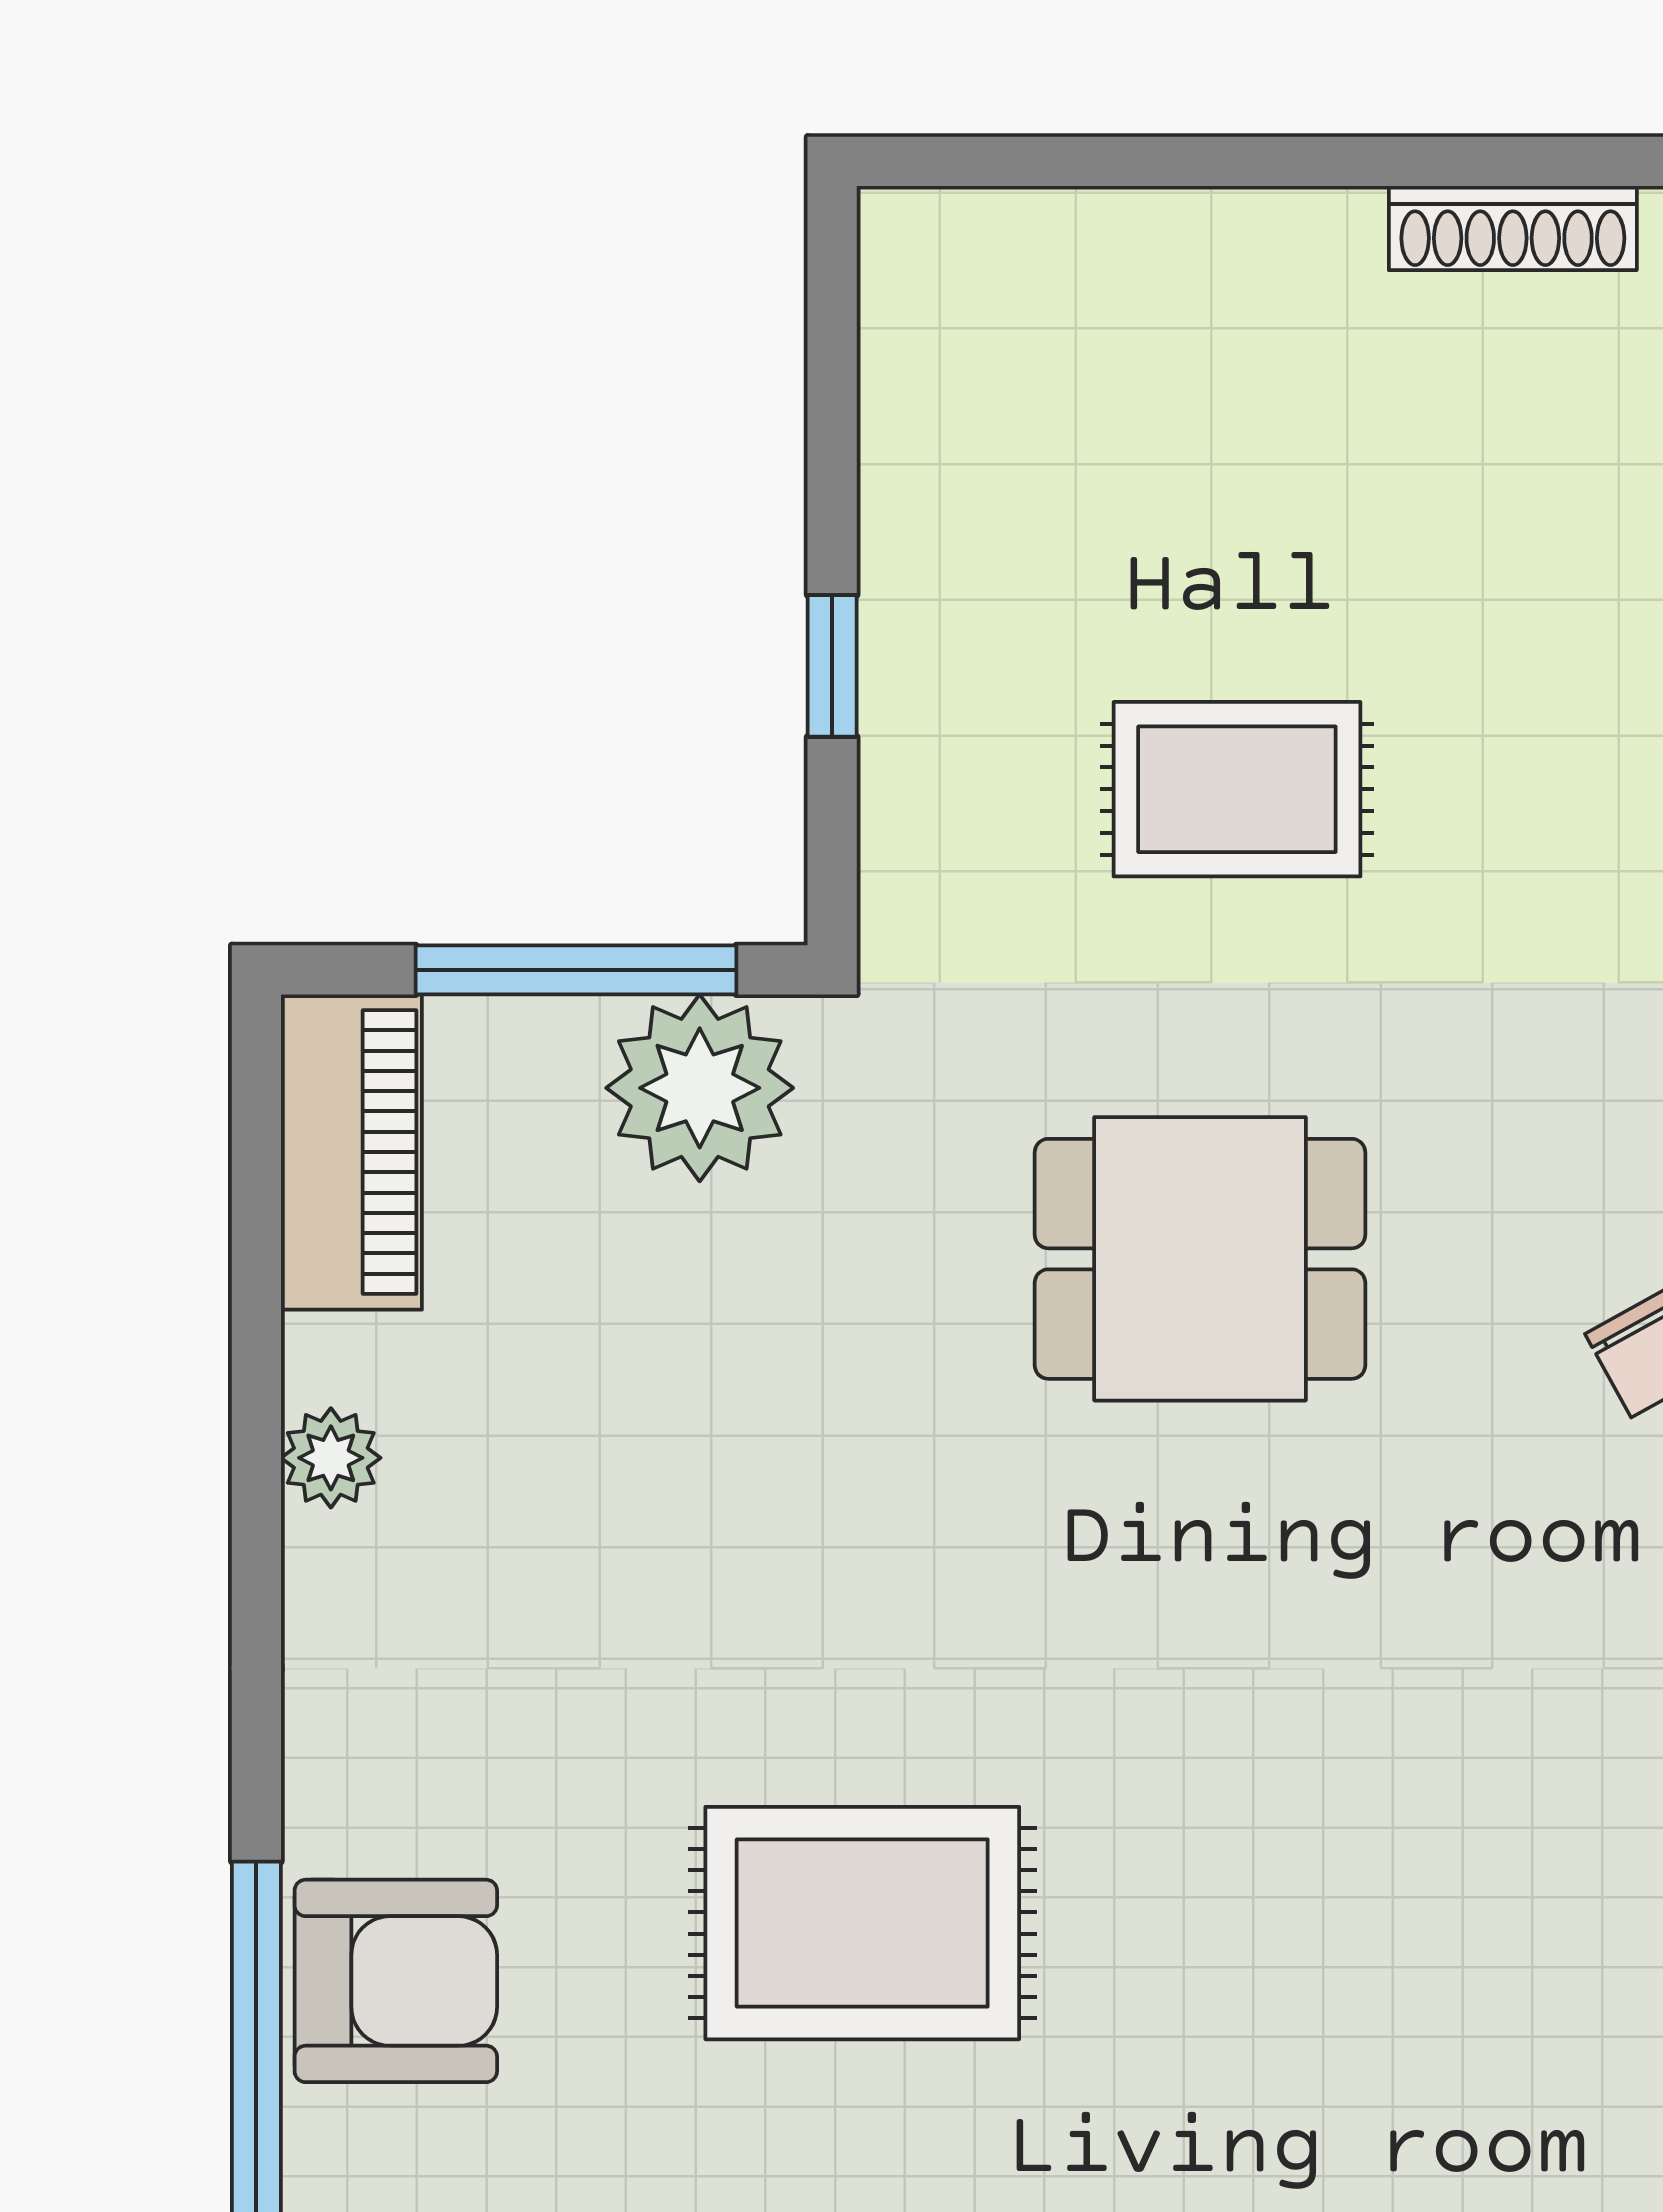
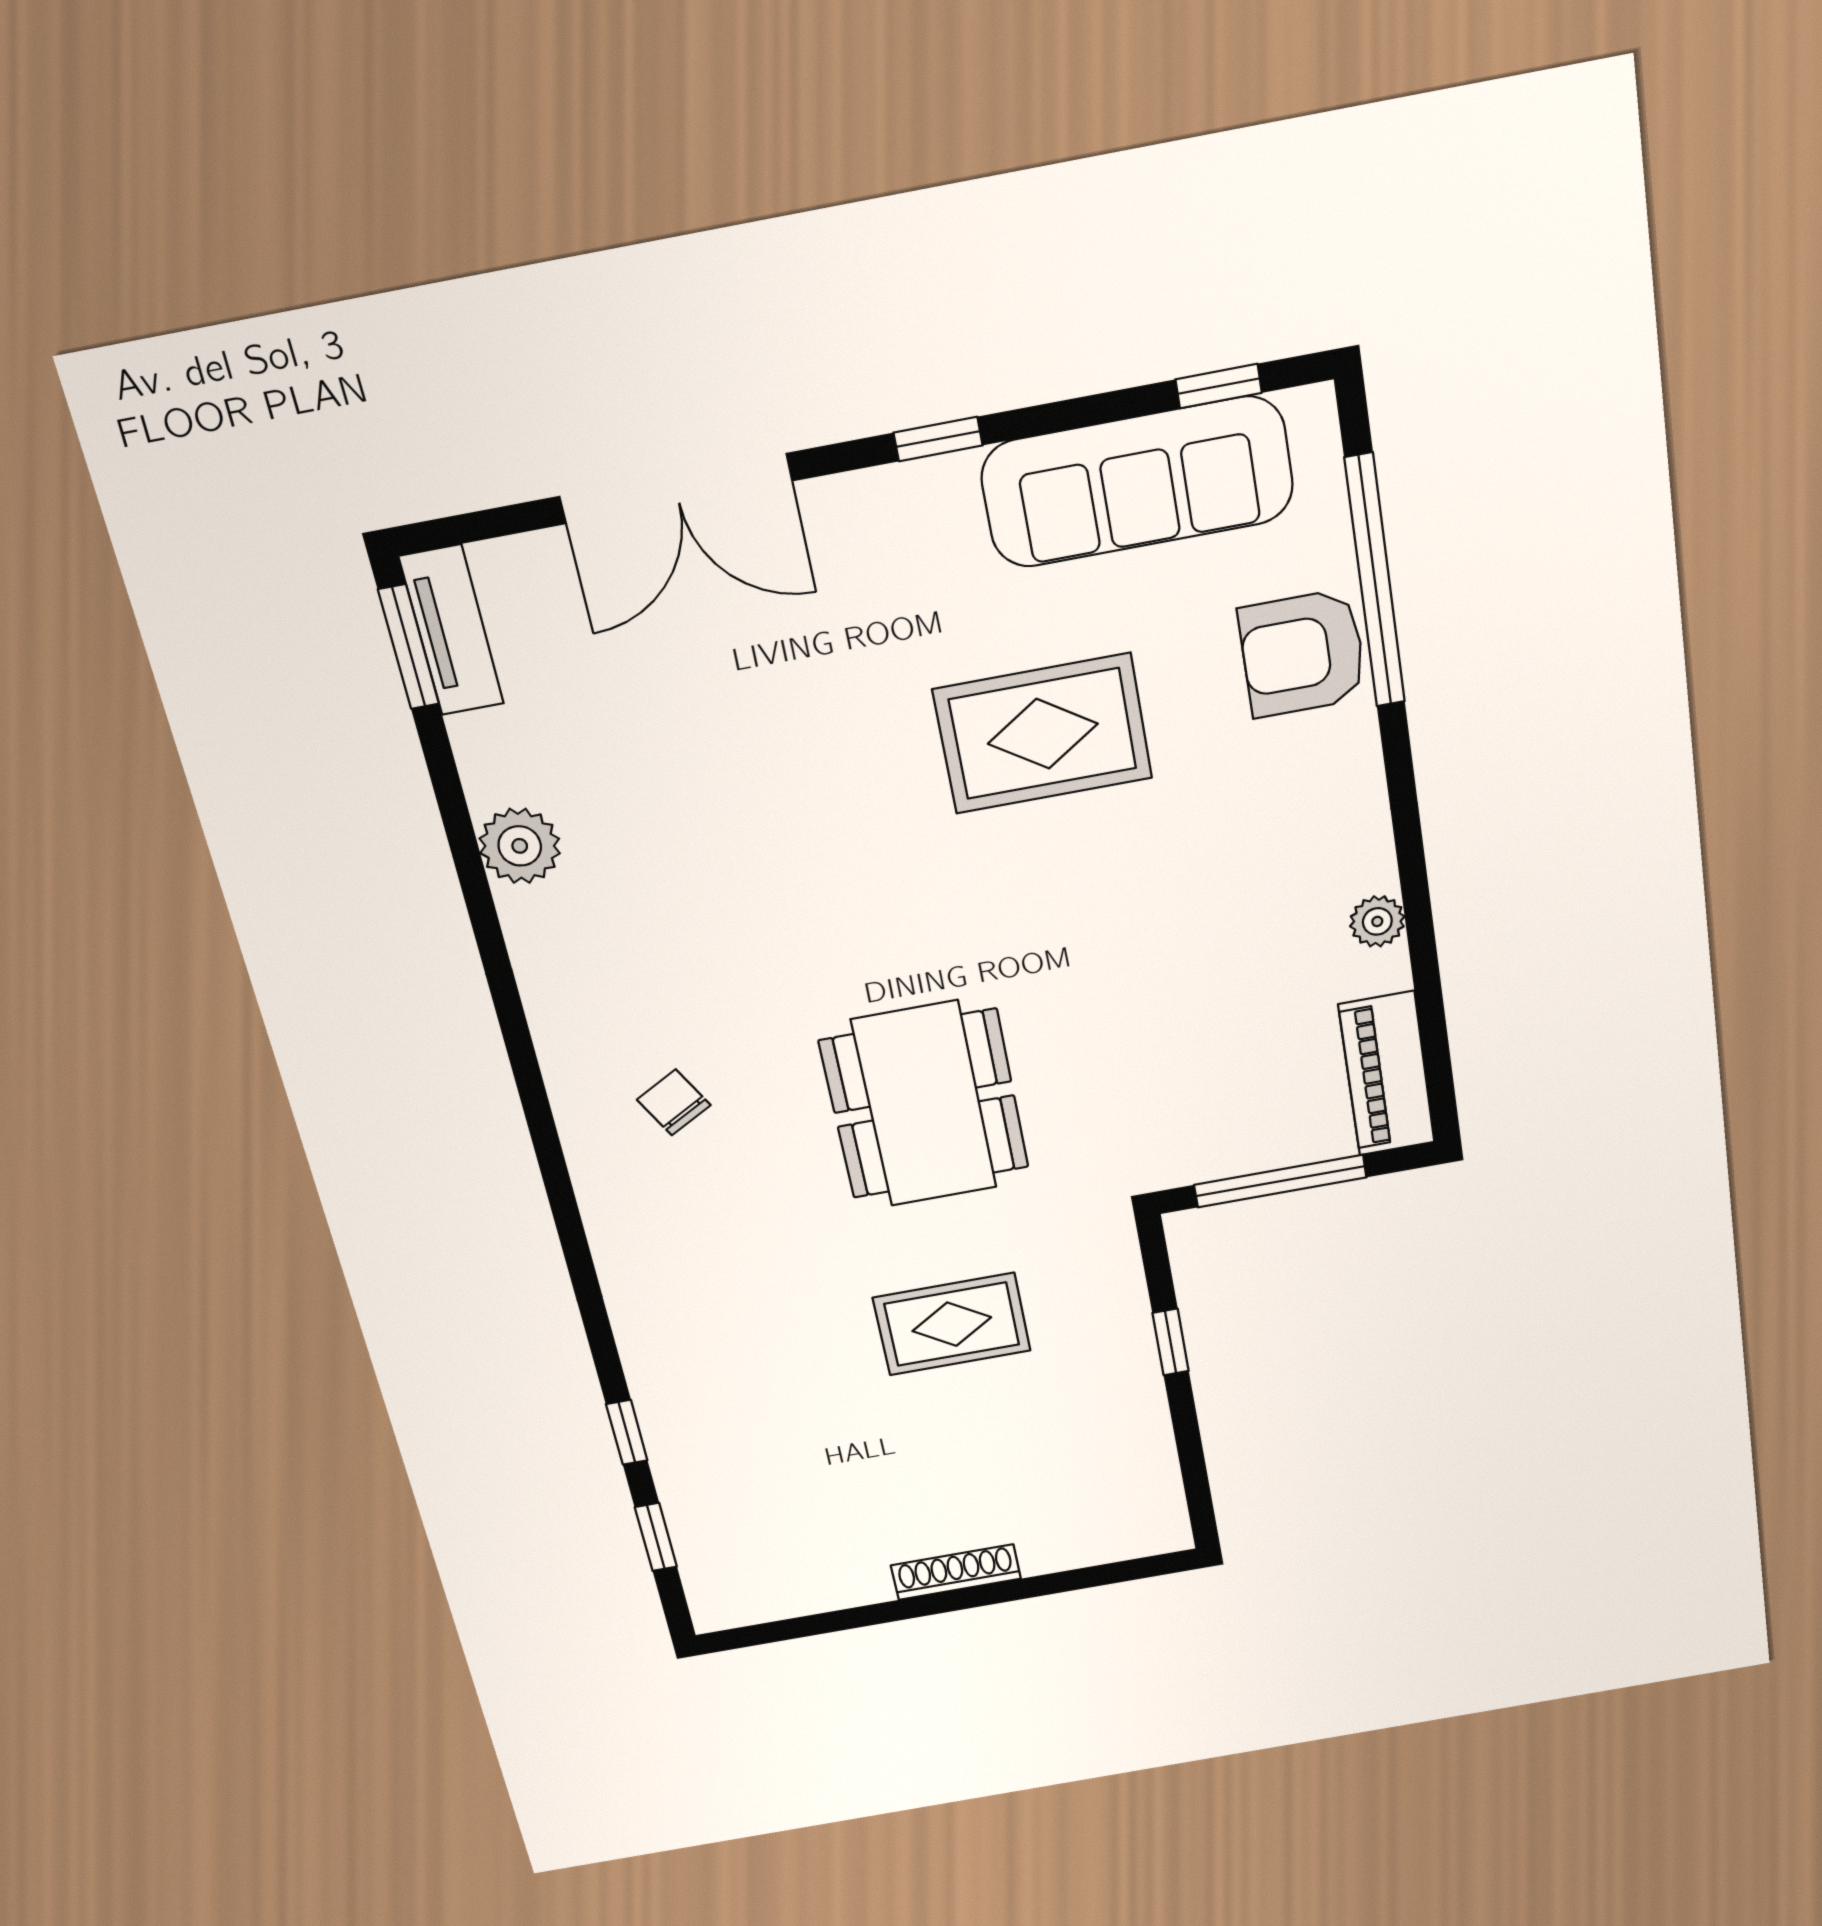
shoe rack: (1513, 228) -> (956, 1572), moved
plant: (700, 1088) -> (1206, 1138), removed
dining table: (1200, 1259) -> (924, 1104), width x1.38

